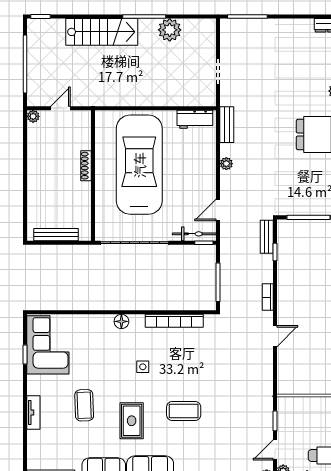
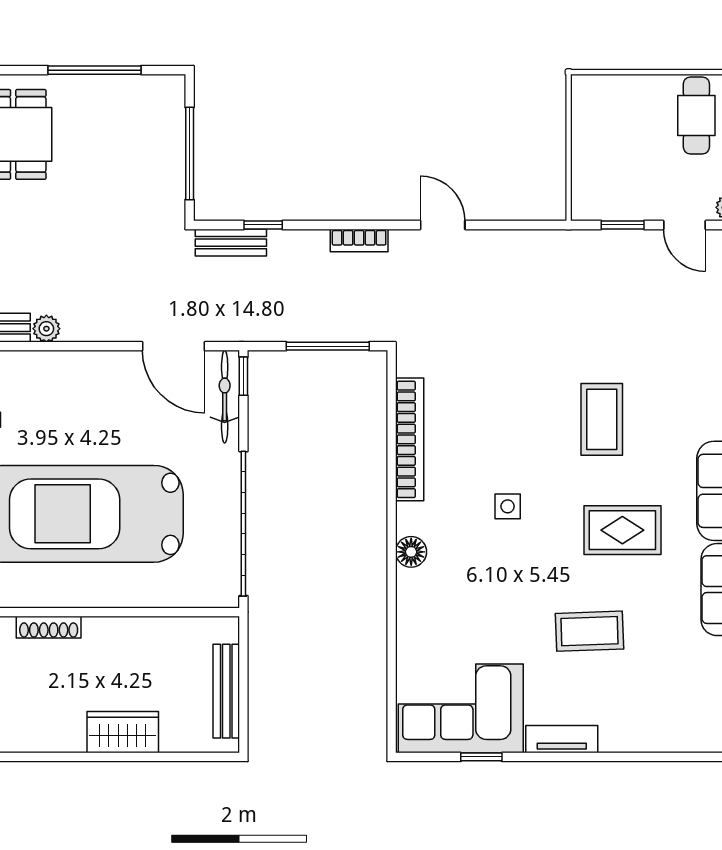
plant: (226, 164) -> (46, 329), moved
shoe rack: (86, 166) -> (49, 627), moved
wardrobe: (37, 186) -> (123, 732), added
door: (218, 210) -> (174, 346), width x1.38
tv unit: (33, 412) -> (562, 739), moved

